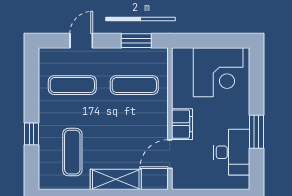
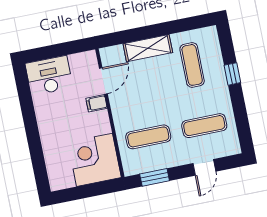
corner desk: (218, 72) -> (94, 160), moved
filing cabinet: (182, 124) -> (97, 103), width x0.50
window: (257, 132) -> (29, 117), removed
desk: (232, 152) -> (49, 76), moved, turned 90

